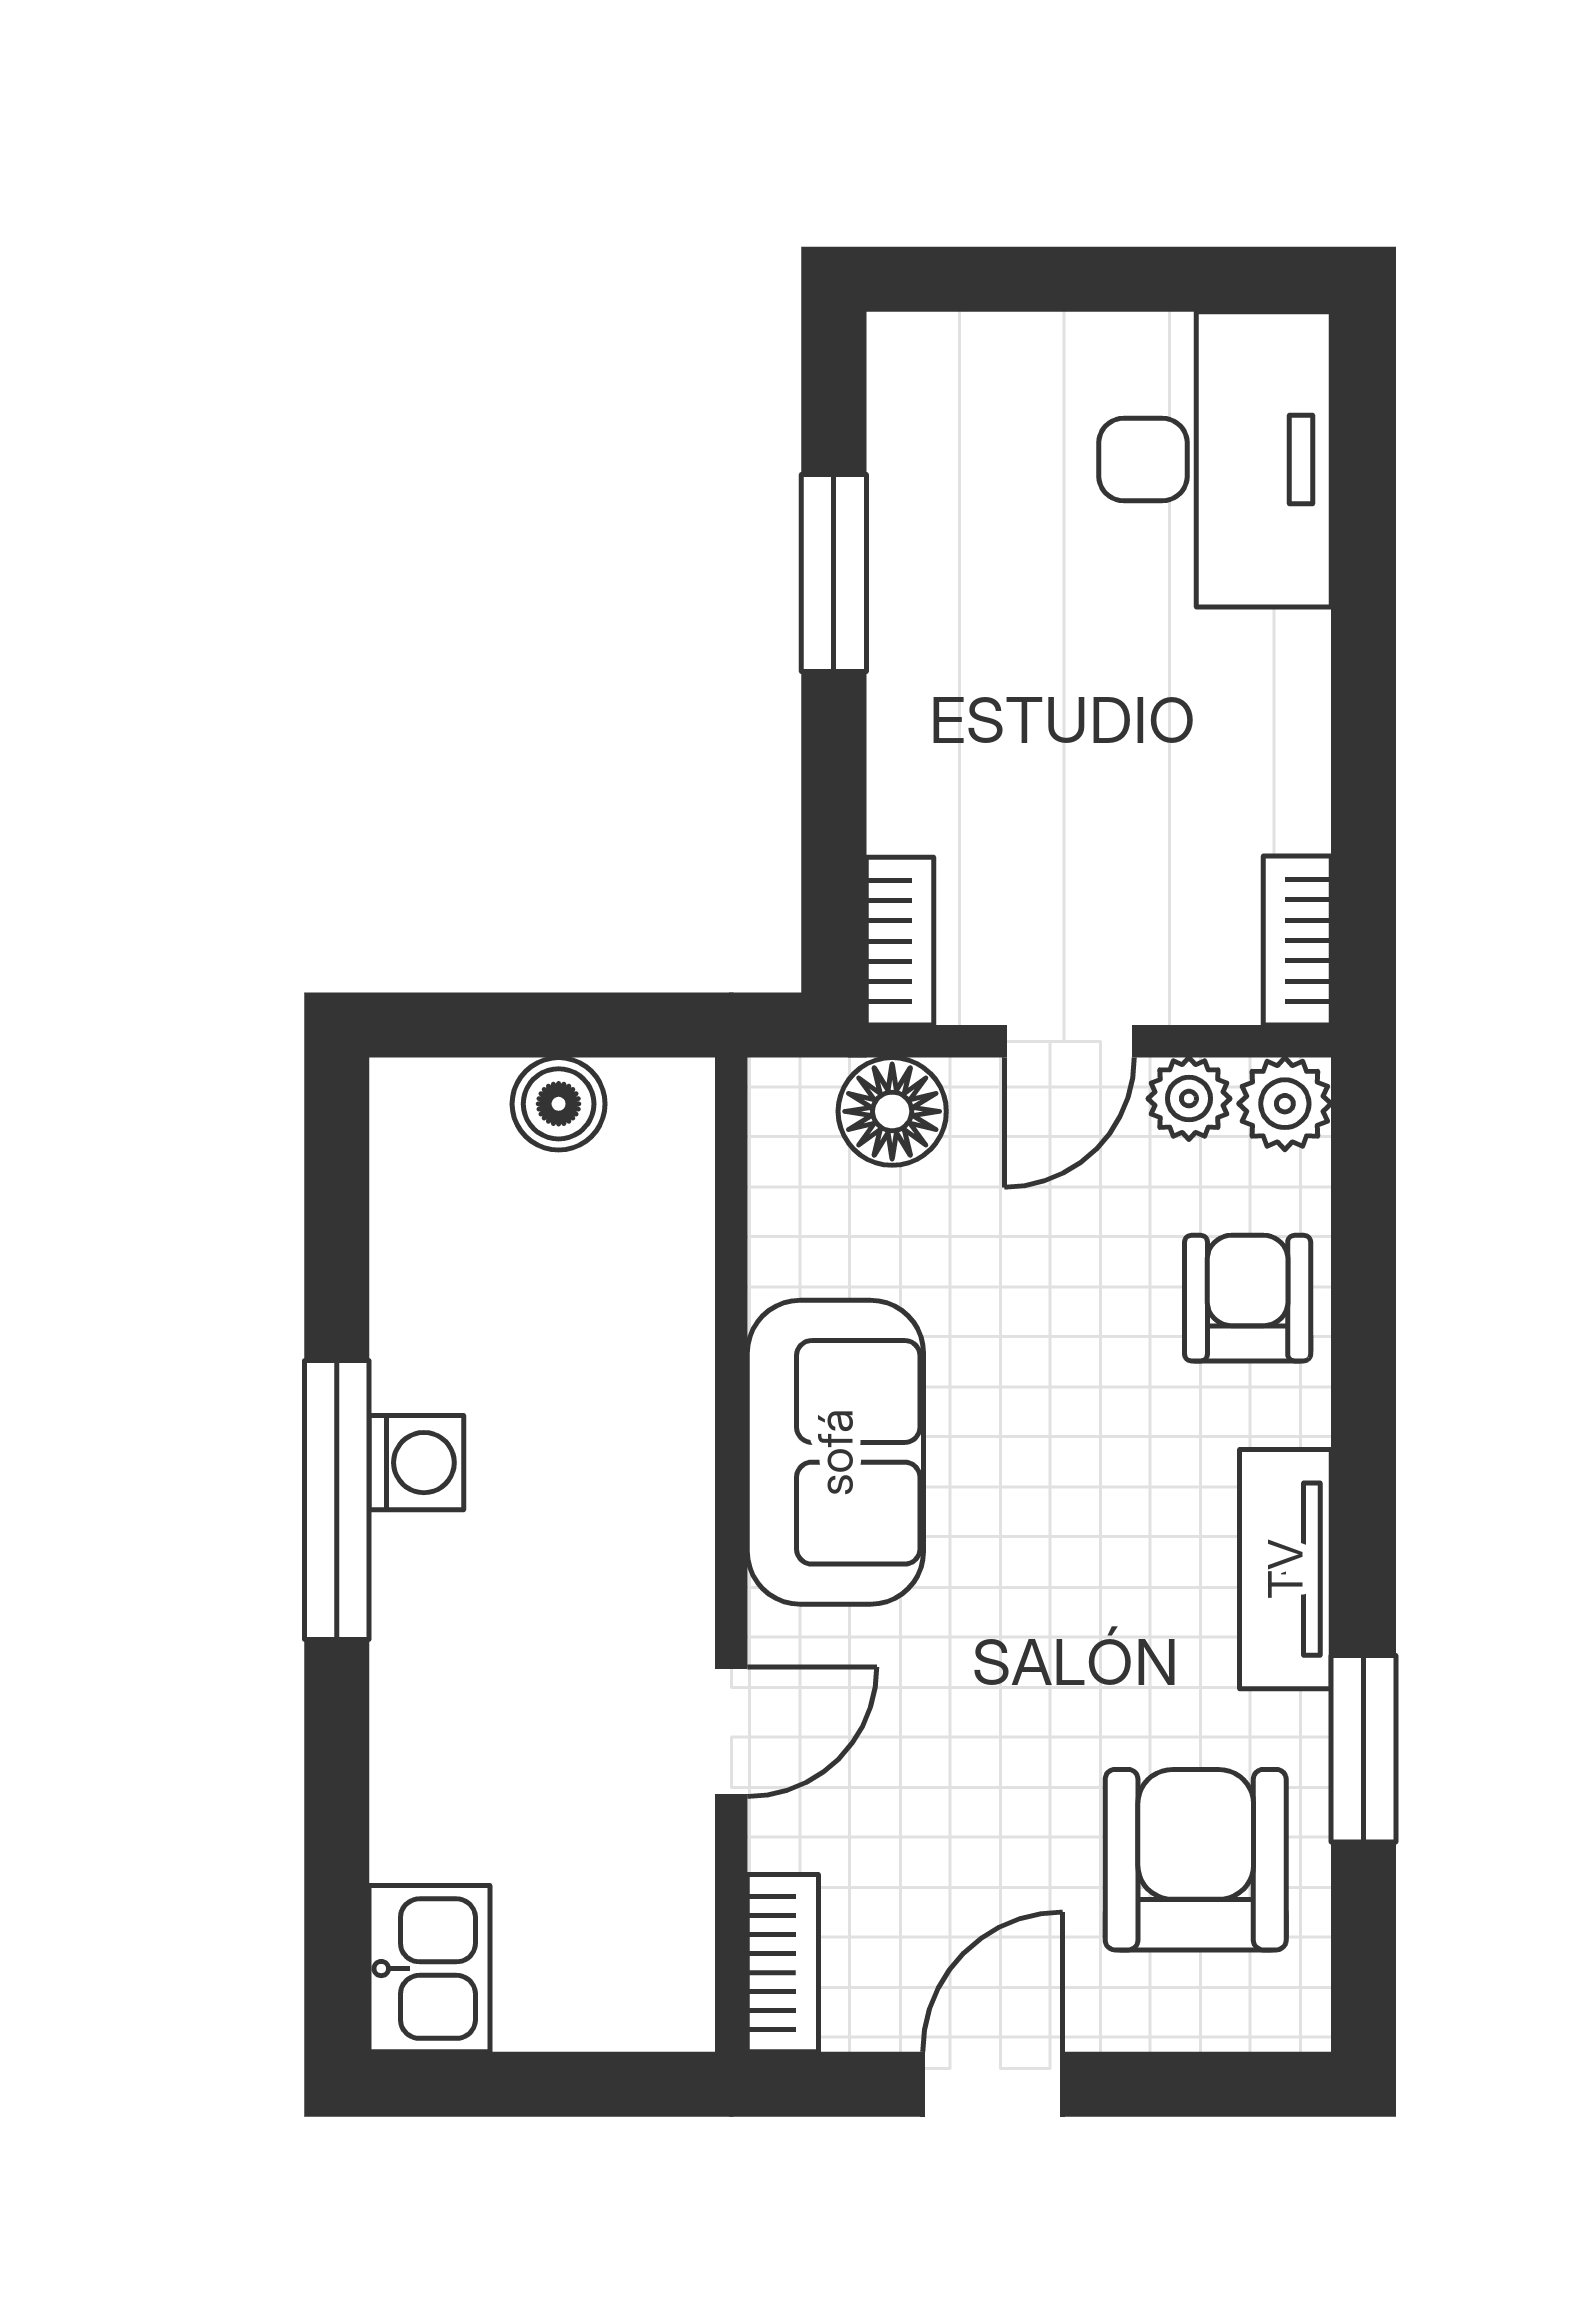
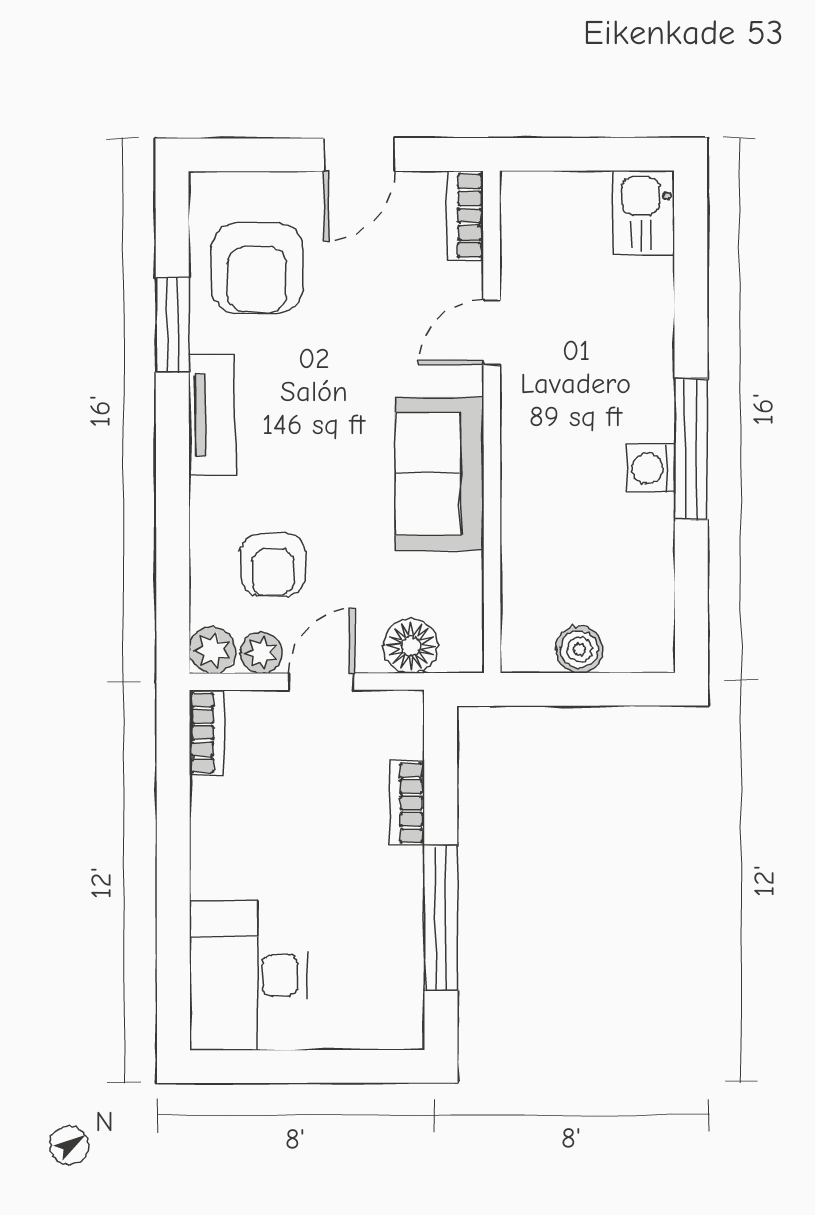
window: (834, 573) -> (441, 918), width x1.44
bookcase: (900, 941) -> (407, 803), moved
armchair: (1248, 1298) -> (273, 565), moved

